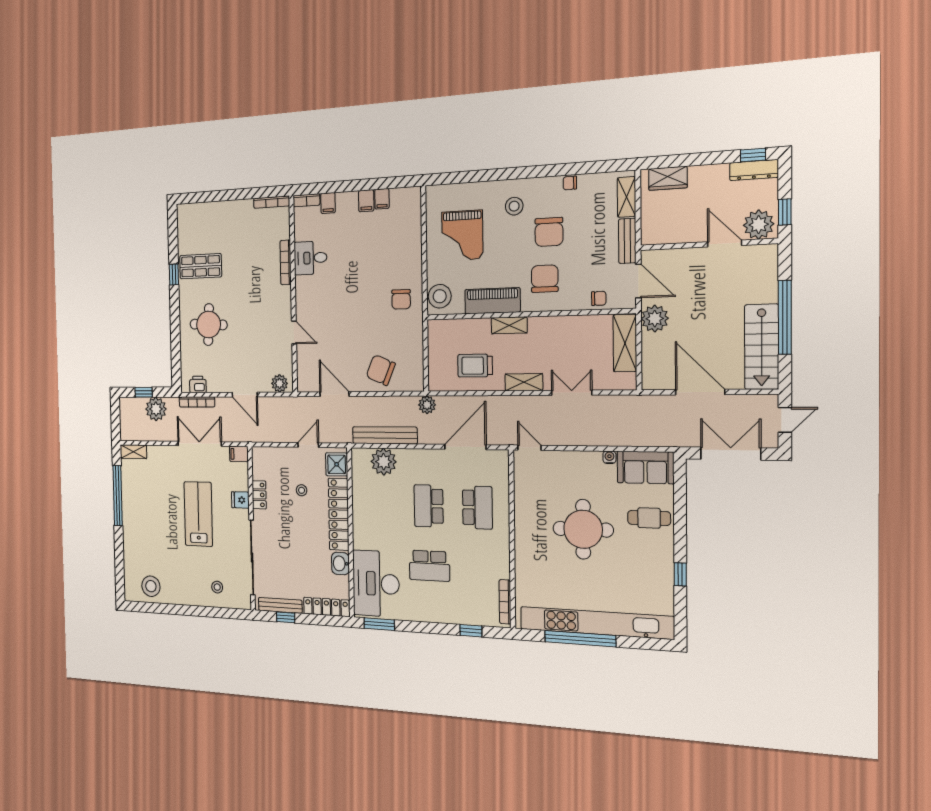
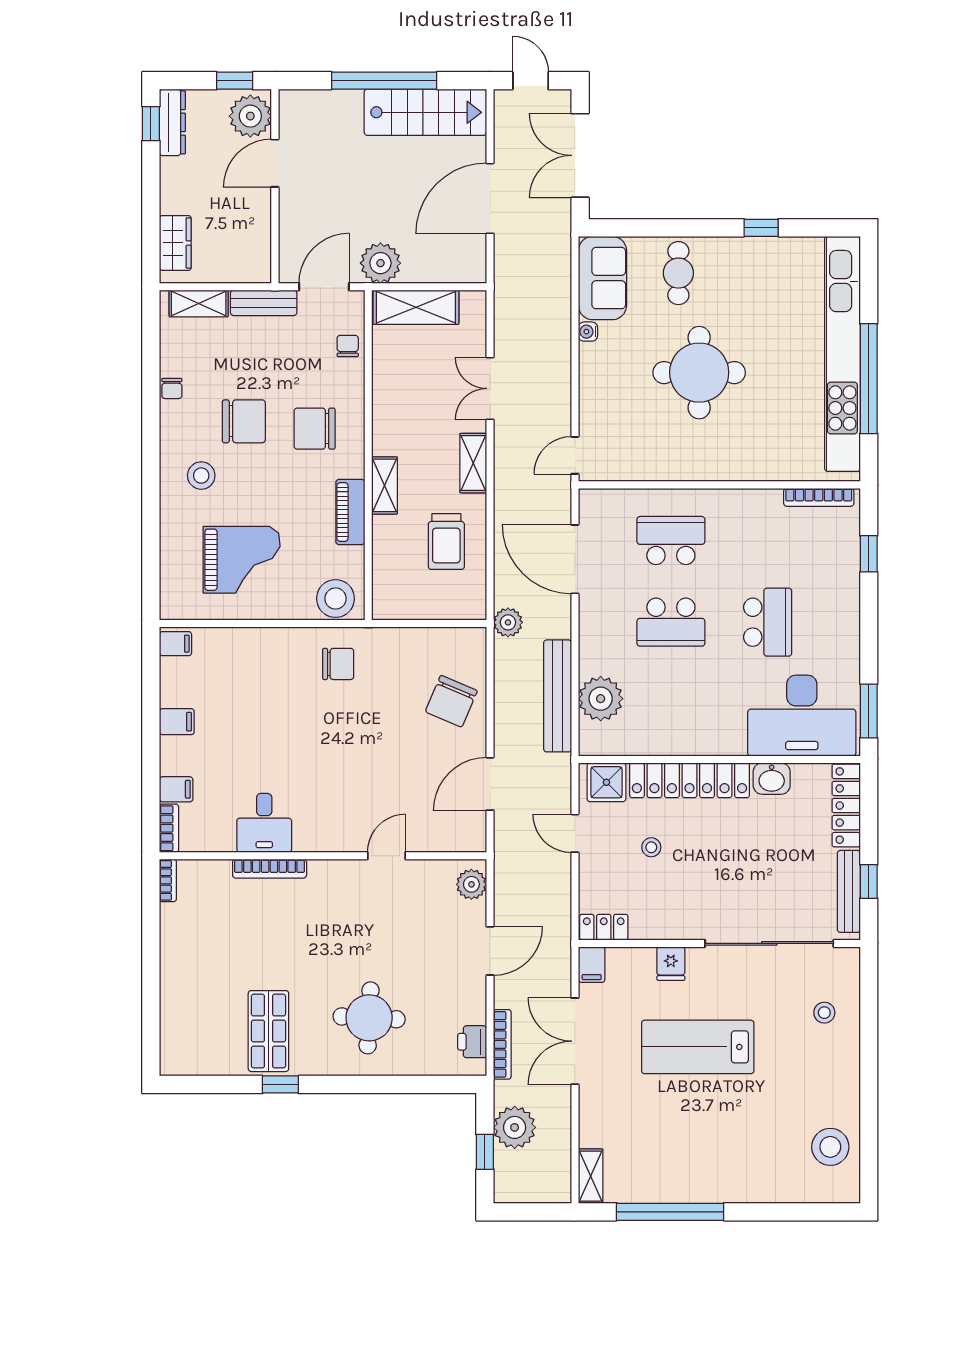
filing cabinet: (382, 199) -> (175, 644), moved
bookcase: (272, 202) -> (168, 880), width x0.64
piano: (492, 301) -> (350, 512), width x0.73, depth x0.75
locker: (259, 495) -> (604, 927), moved

